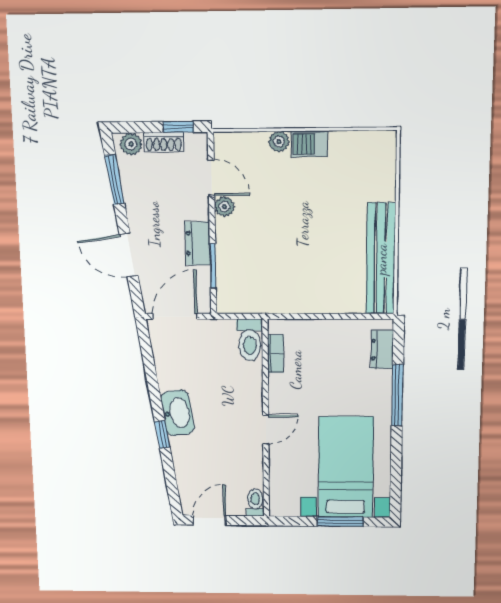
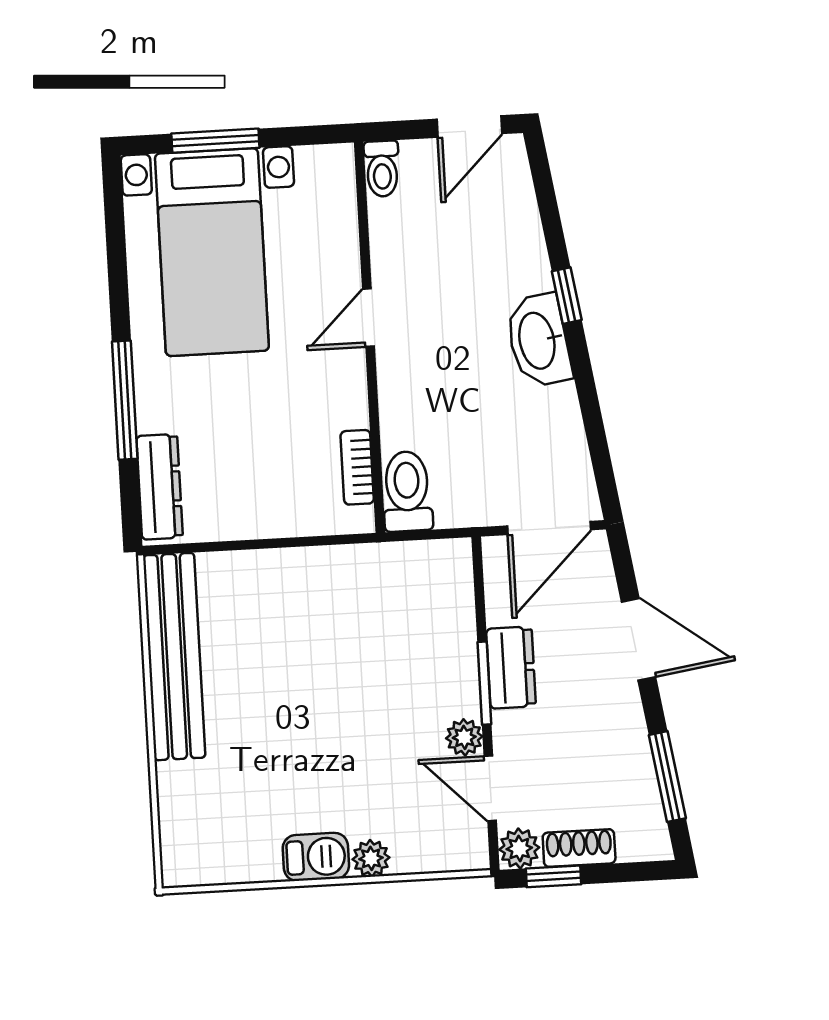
plant: (131, 144) -> (519, 848), moved
window: (213, 266) -> (484, 683), moved
dresser: (382, 349) -> (160, 487), width x1.44

